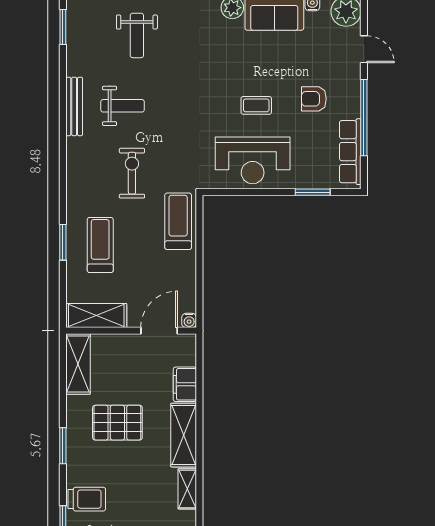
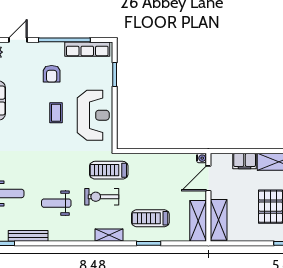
bench: (74, 106) -> (28, 236), moved
weight bench: (123, 106) -> (56, 203), turned -90
shelving: (75, 184) -> (109, 235), added
treadmill: (178, 221) -> (109, 170), moved
door: (159, 331) -> (208, 178), hinge flipped
shelving: (78, 364) -> (219, 220), moved, turned 90

